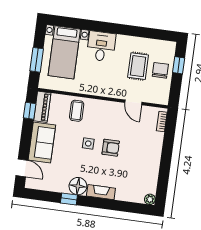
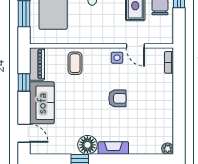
window: (30, 111) -> (24, 82), moved
side table: (88, 144) -> (117, 58), moved

